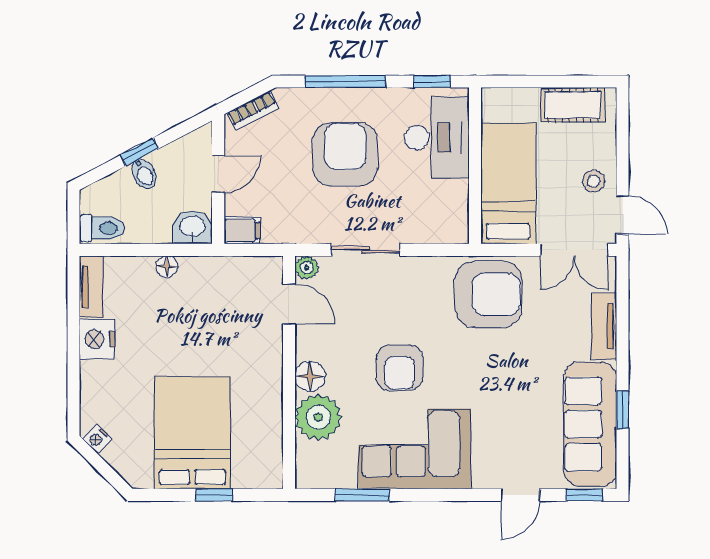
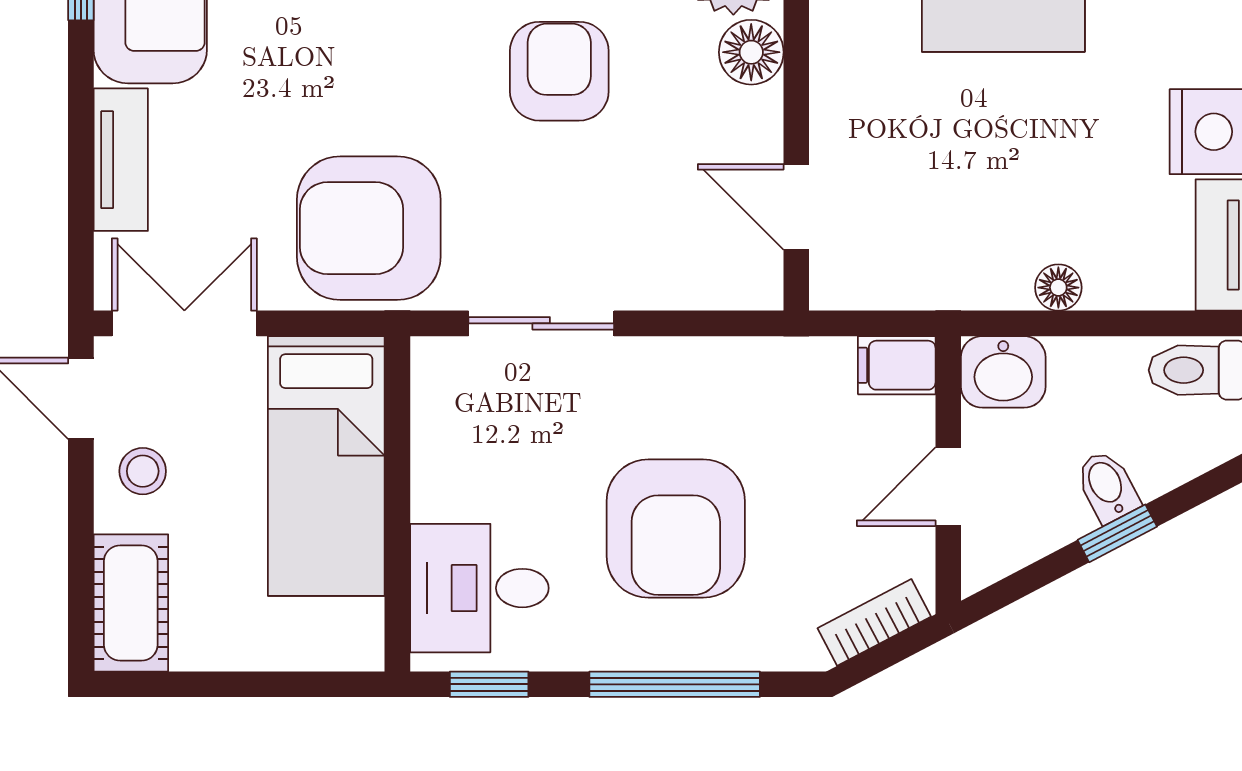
cot: (573, 105) -> (131, 603), moved, turned 90
desk: (437, 138) -> (479, 588), width x0.73
sliding door: (366, 250) -> (541, 323), moved
plant: (307, 268) -> (758, 285), removed

